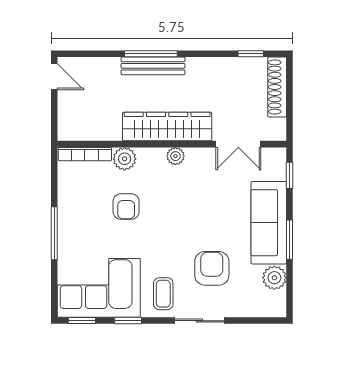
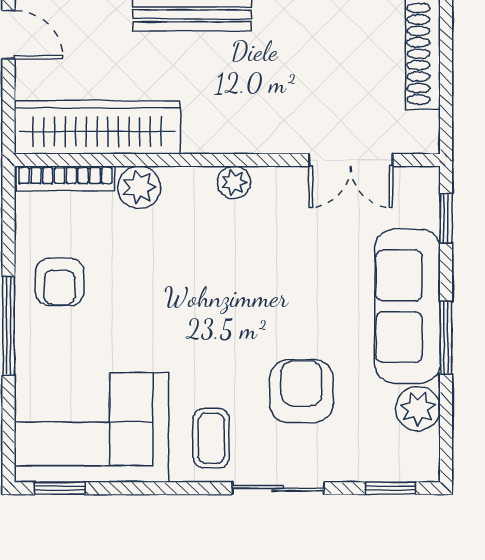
wardrobe: (167, 127) -> (97, 127), moved
armchair: (126, 207) -> (60, 282), moved
window: (128, 321) -> (390, 488), moved

